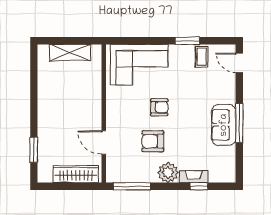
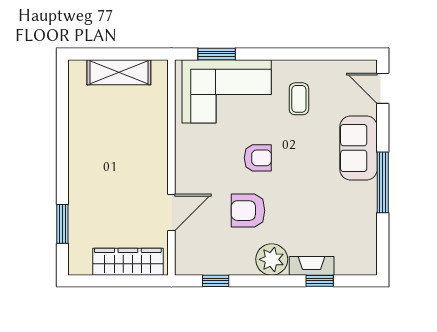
window: (188, 41) -> (217, 54), moved
coffee table: (202, 57) -> (299, 99), moved
sofa: (224, 125) -> (359, 148), moved
door: (104, 142) -> (171, 213), swing flipped
window: (132, 186) -> (216, 281), width x0.46

